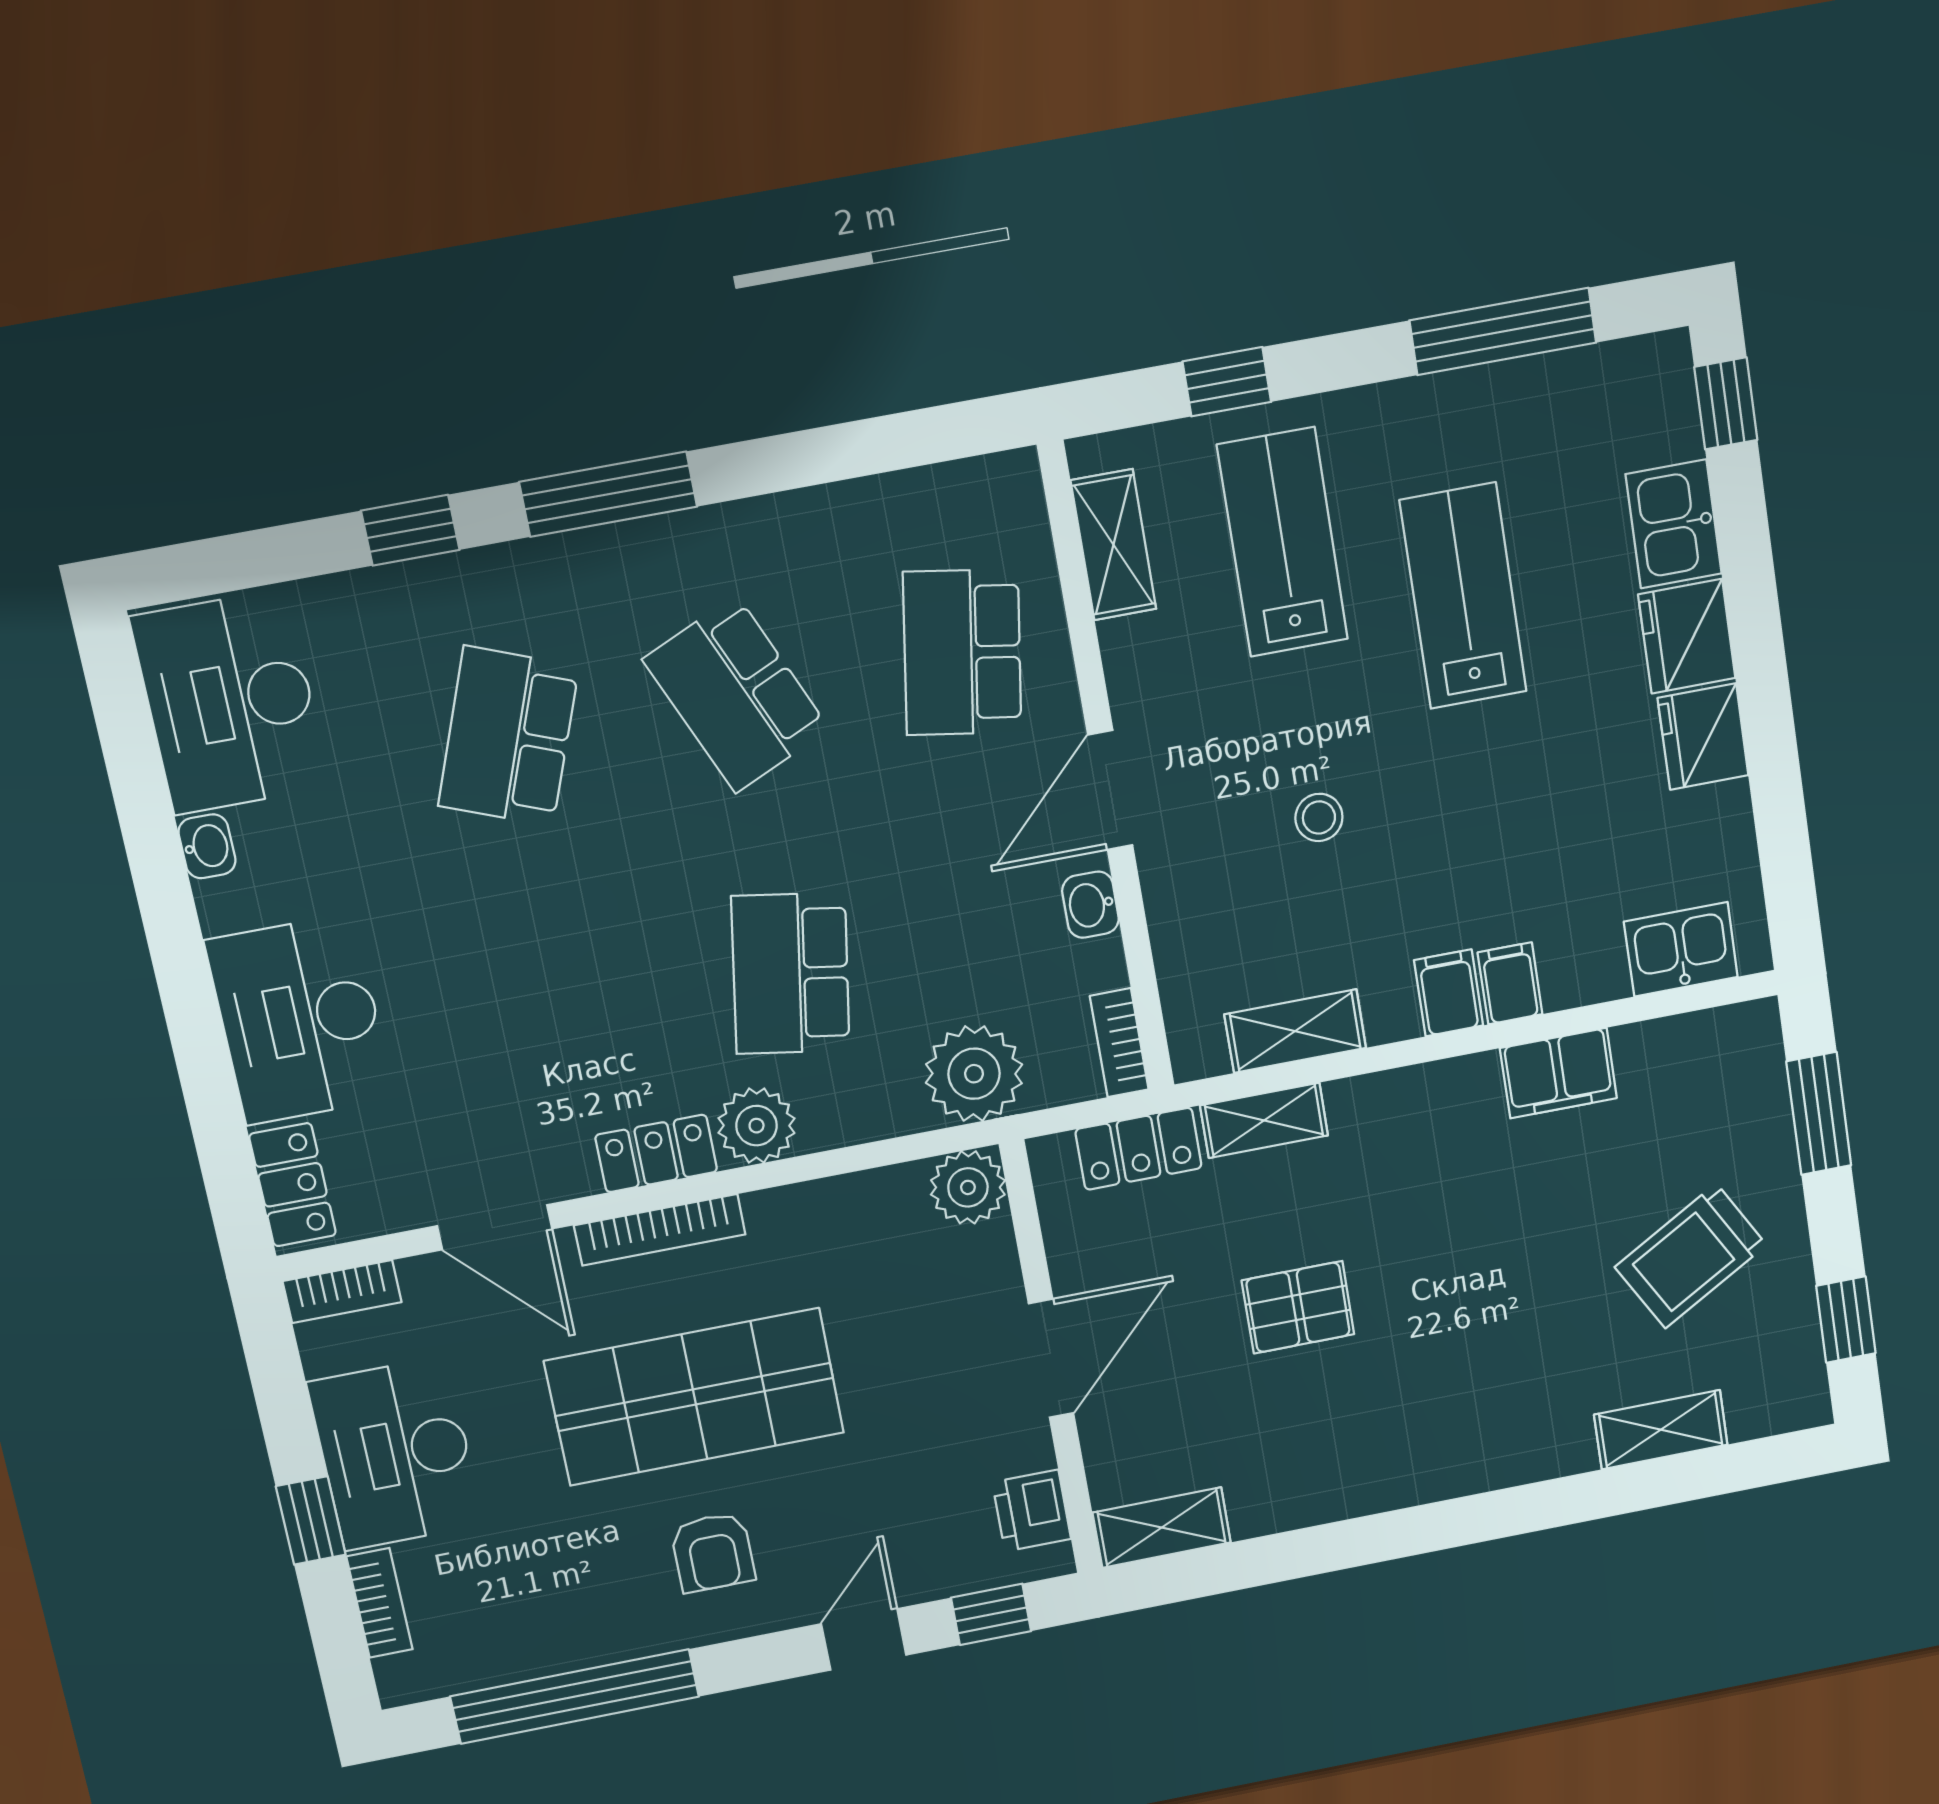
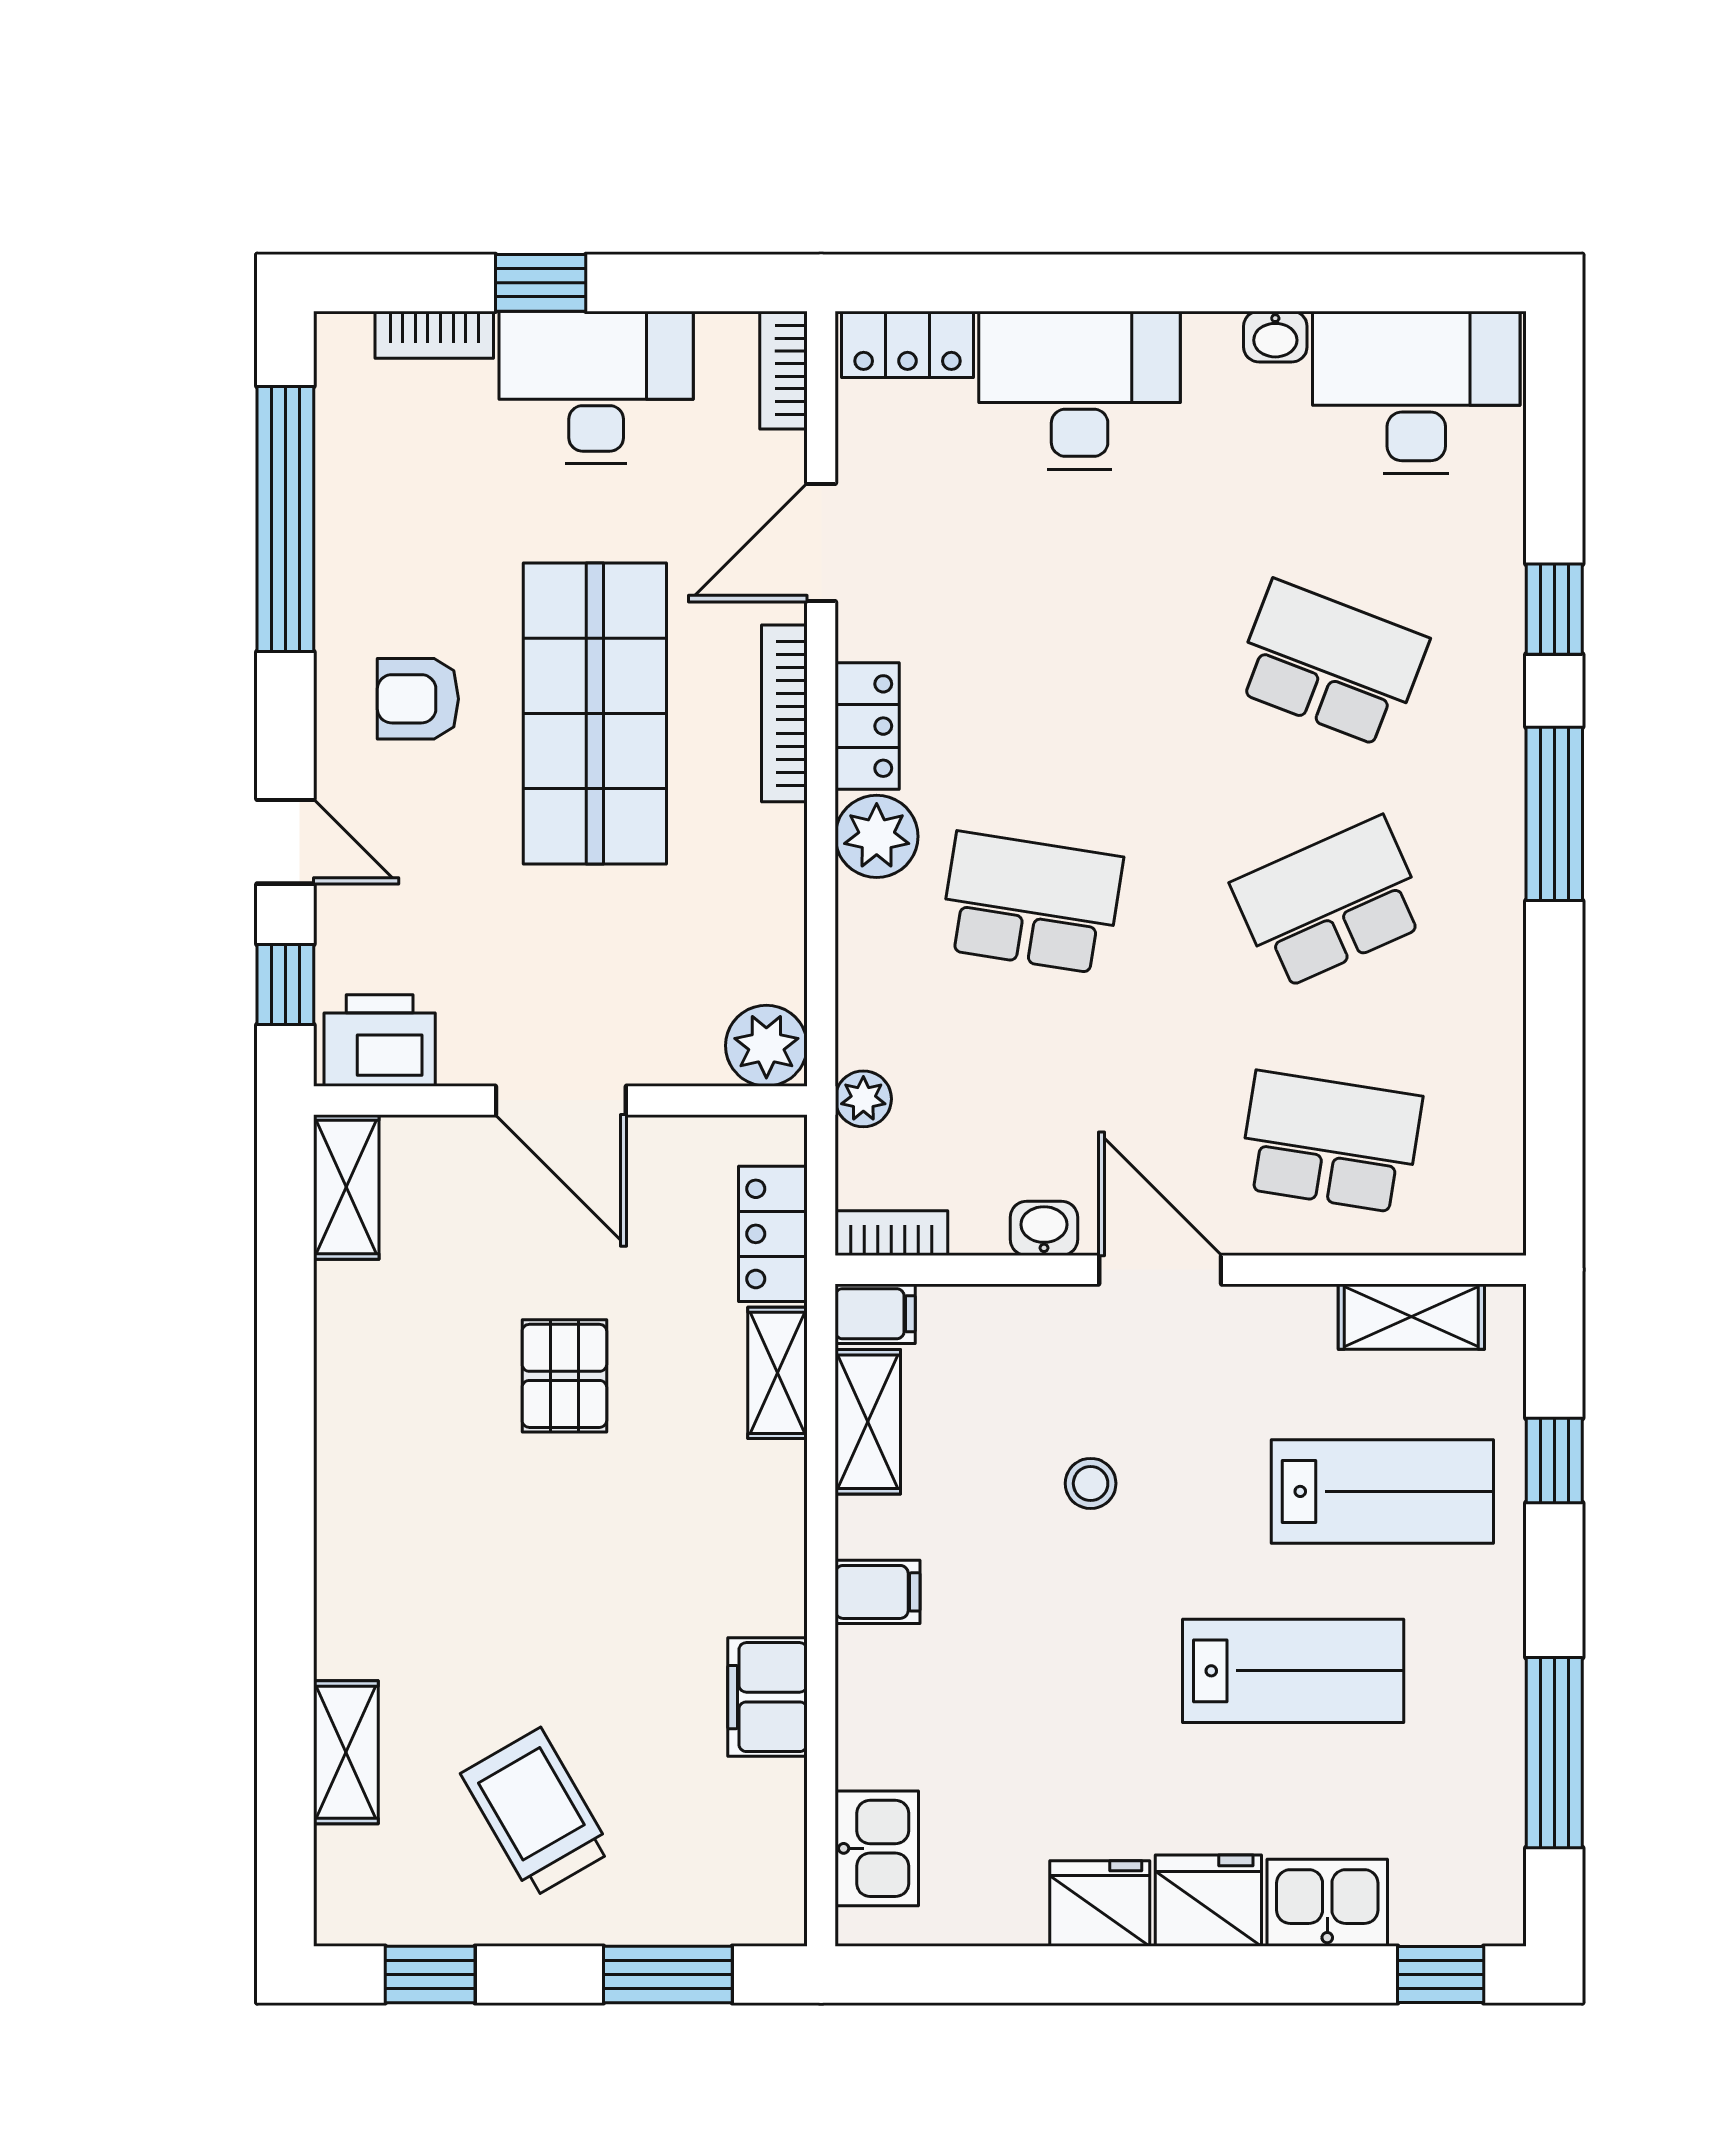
filing cabinet: (1510, 983) -> (875, 1314), moved
plant: (974, 1074) -> (863, 1099), width x0.53, depth x0.53
printer: (1032, 1511) -> (380, 1040), width x1.36, depth x1.24

